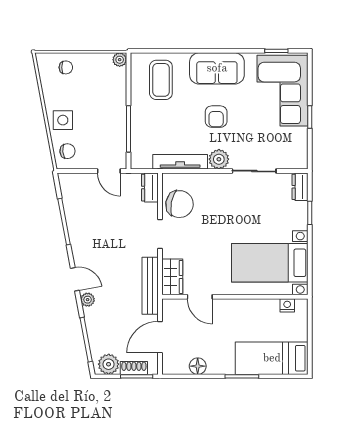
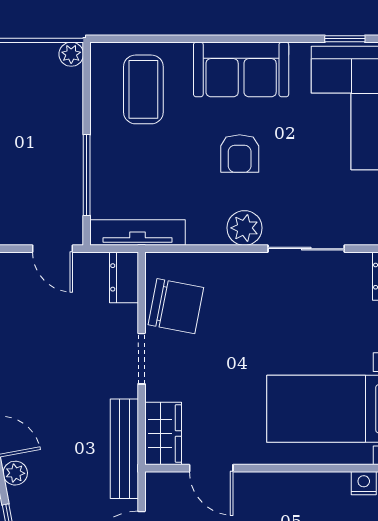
tv unit: (180, 162) -> (138, 232), moved

